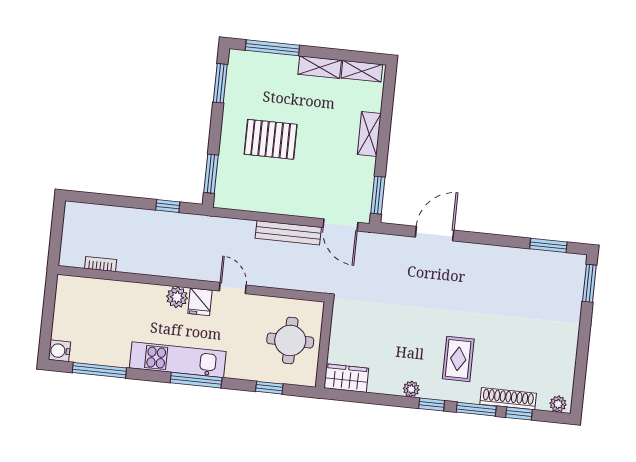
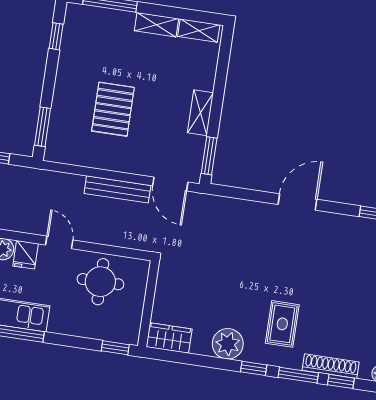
window: (220, 83) -> (56, 36), width x0.67
shelving: (369, 134) -> (200, 113), moved
pallet: (271, 139) -> (113, 109), moved, turned 90
door: (435, 234) -> (297, 202), moved
round table: (290, 340) -> (100, 282), moved
window: (269, 388) -> (115, 348), moved
plant: (411, 389) -> (228, 344), width x1.88, depth x1.88

